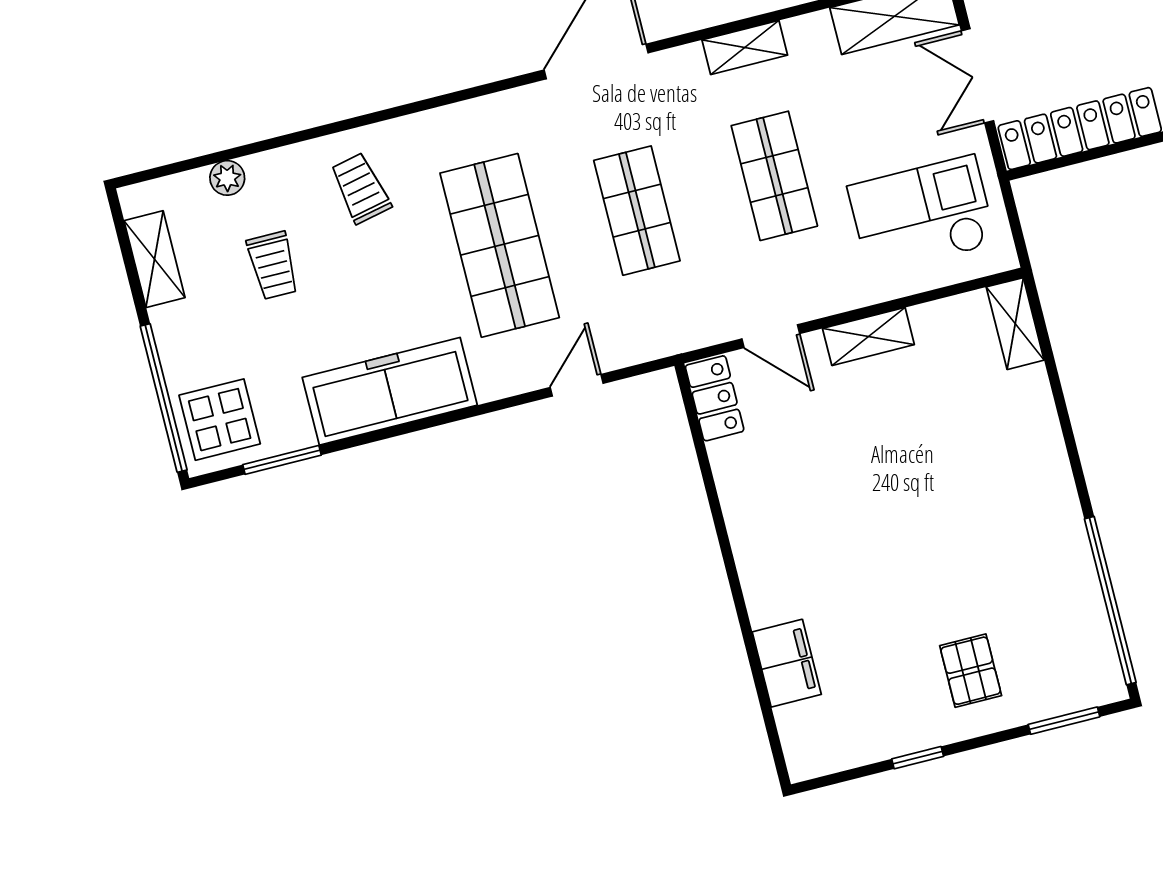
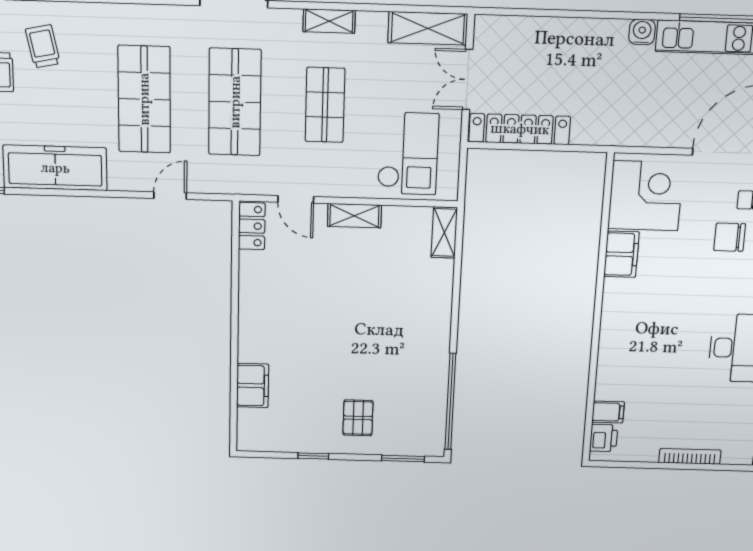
trolley: (361, 188) -> (43, 46), moved
shop shelf: (637, 211) -> (235, 102), width x1.43, depth x1.36
checkout: (922, 215) -> (408, 154), turned 90

